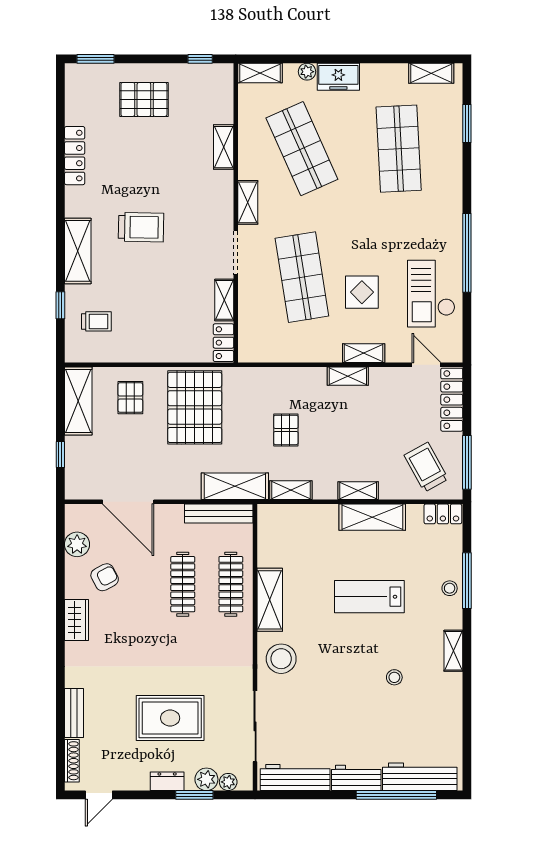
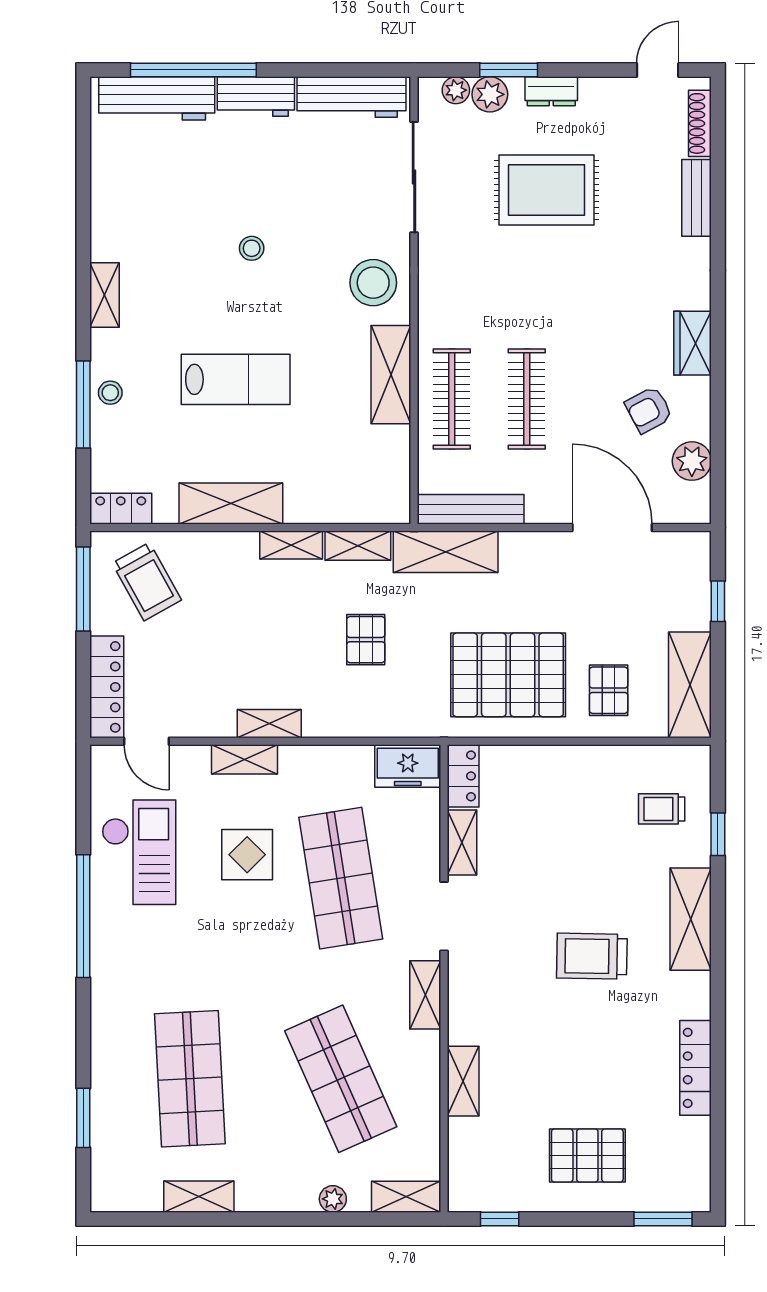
shelving: (431, 73) -> (199, 1197), moved
freezer: (338, 77) -> (408, 766), moved, turned 180
pallet: (195, 407) -> (508, 675), turned 90
shelving: (358, 491) -> (291, 545), moved
stool: (394, 677) -> (252, 248), moved

